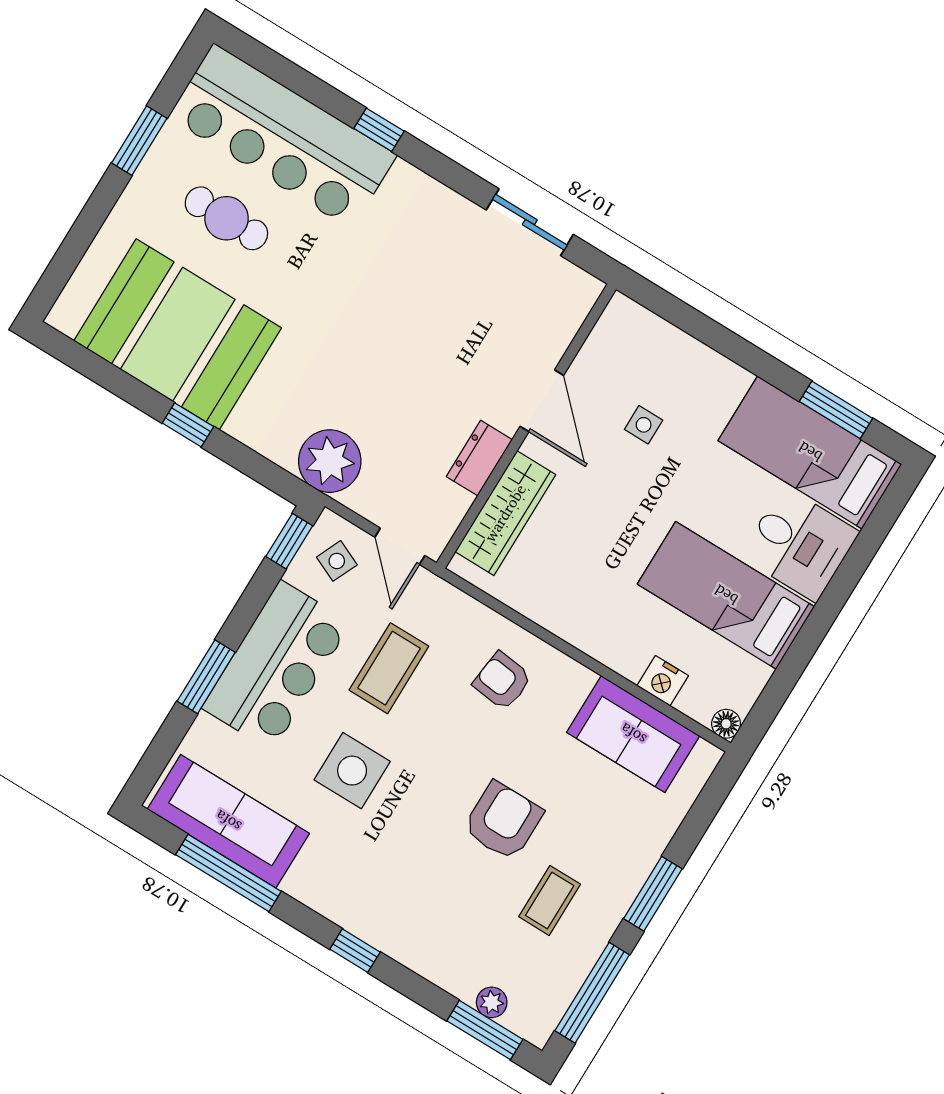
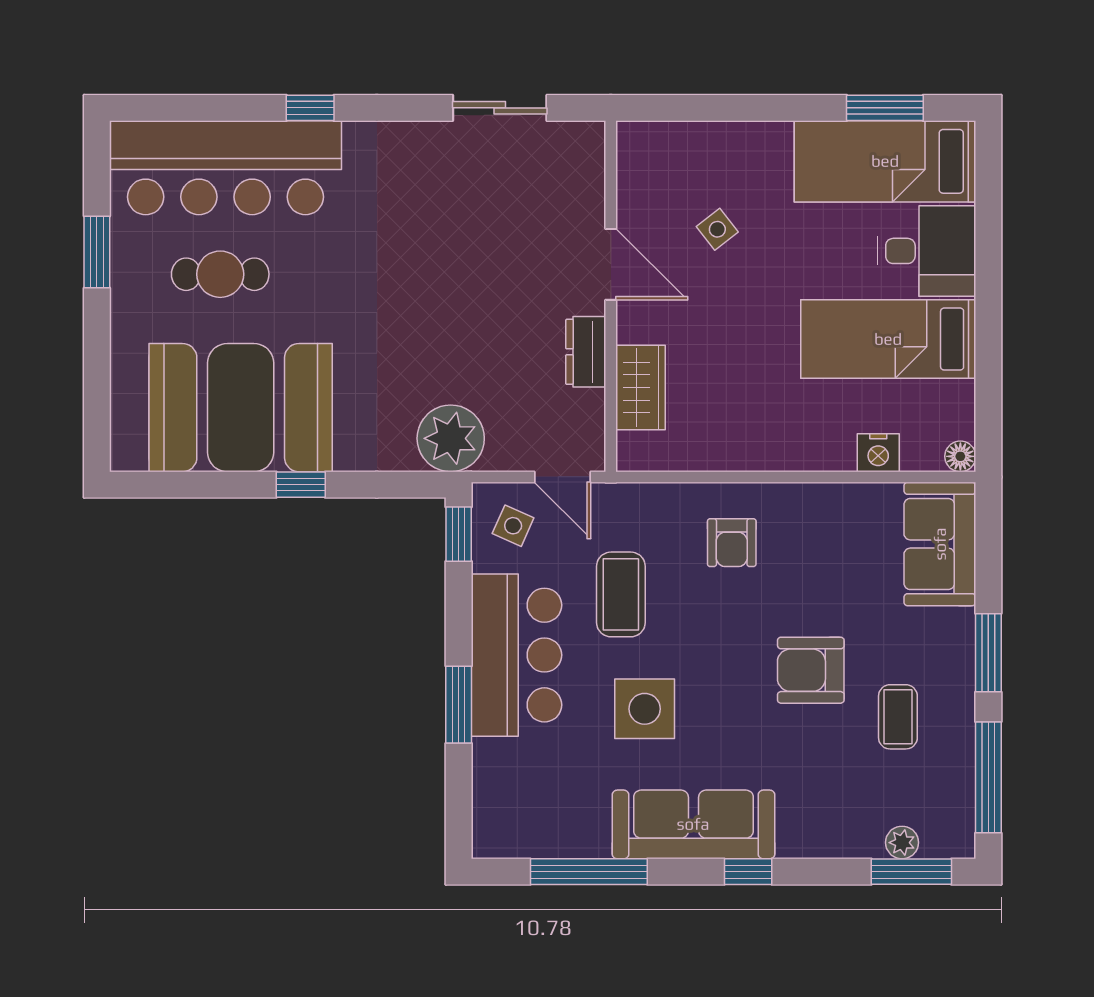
side table: (644, 425) -> (717, 229), turned -38
wardrobe: (505, 513) -> (640, 388), width x0.67
armchair: (502, 681) -> (732, 543), turned -97
sofa: (633, 734) -> (940, 544), moved, turned 90
sofa: (228, 821) -> (693, 824), moved
armchair: (503, 821) -> (811, 670), turned -90

